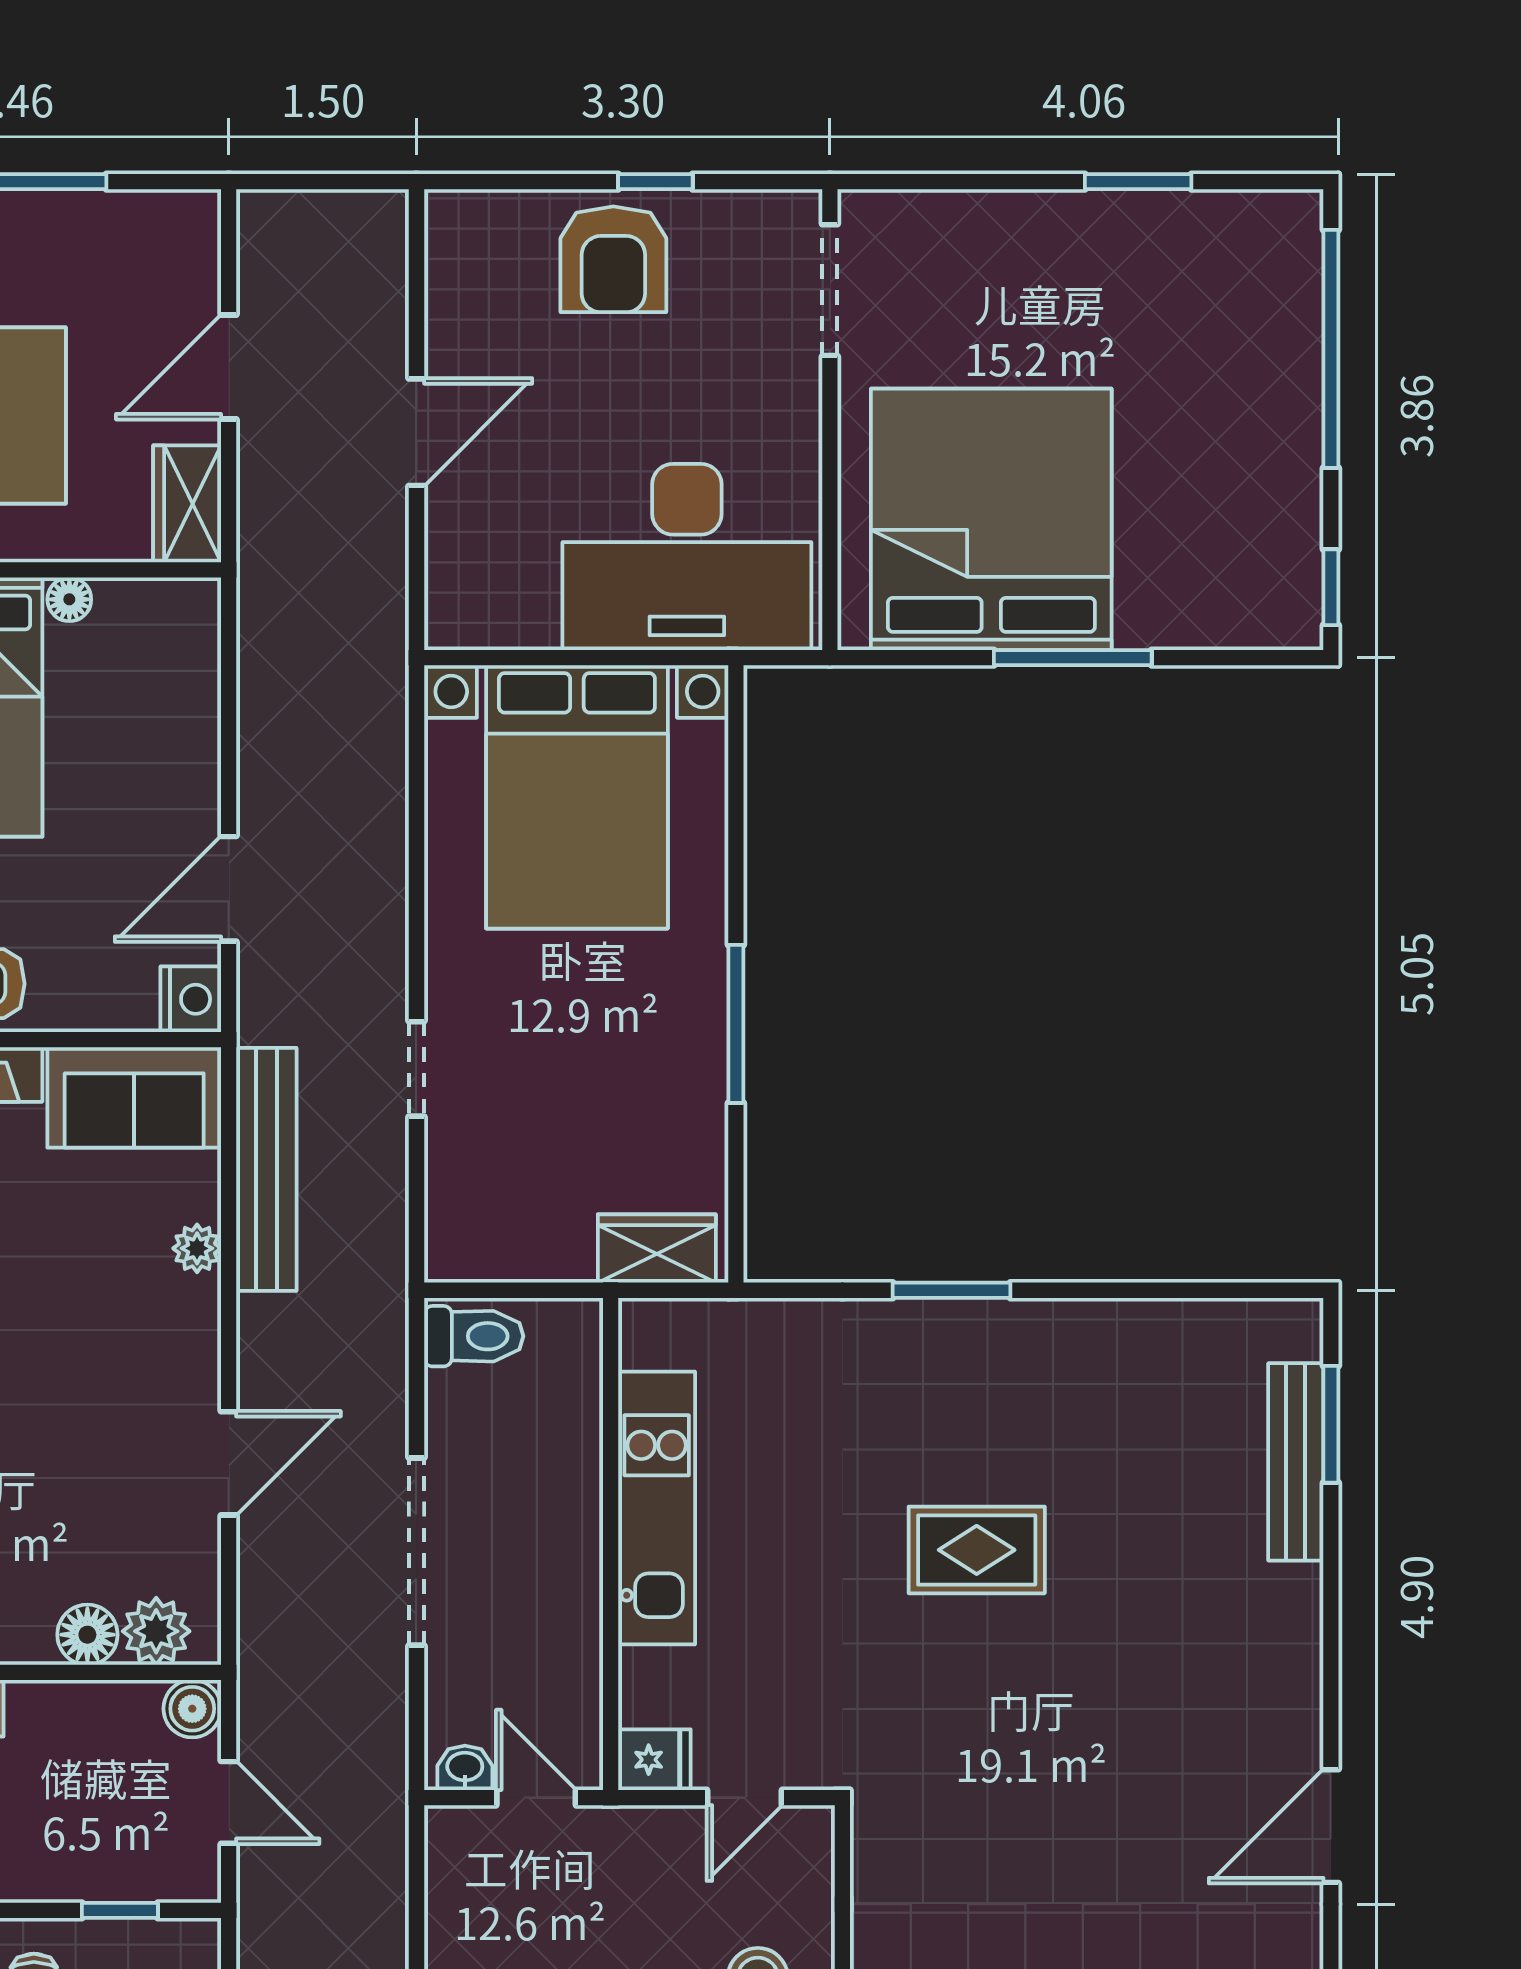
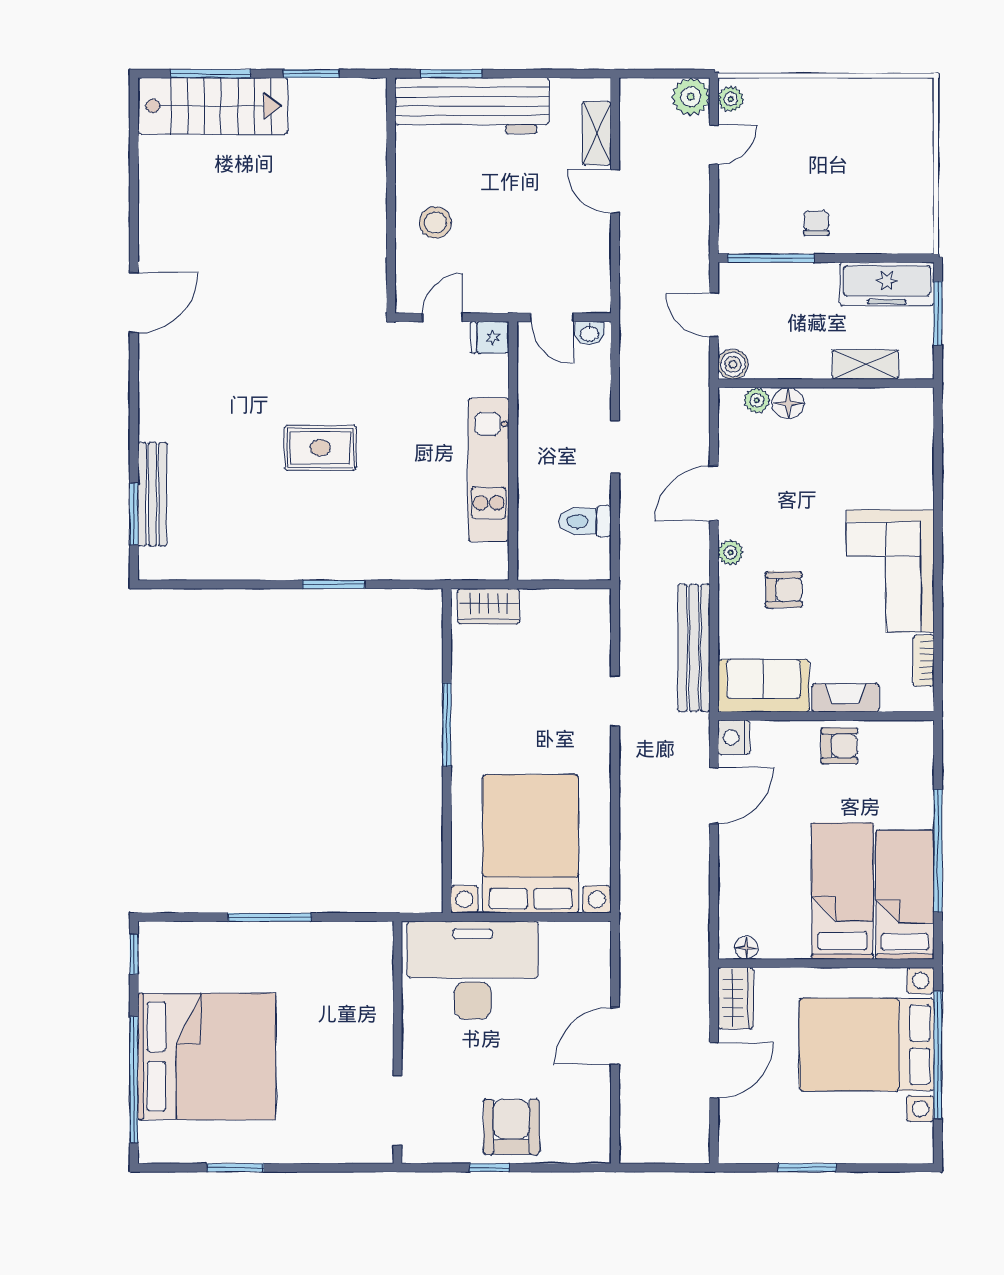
bed: (991, 519) -> (207, 1056), moved, turned -90
floor lamp: (69, 599) -> (746, 948), moved
plant: (197, 1248) -> (730, 552), moved
armchair: (95, 1280) -> (784, 590), added
toilet: (474, 1336) -> (585, 521), moved
doorway: (416, 1552) -> (615, 447), width x0.53
plant: (156, 1631) -> (757, 400), width x0.73, depth x0.73
window: (120, 1910) -> (771, 258), width x2.17

